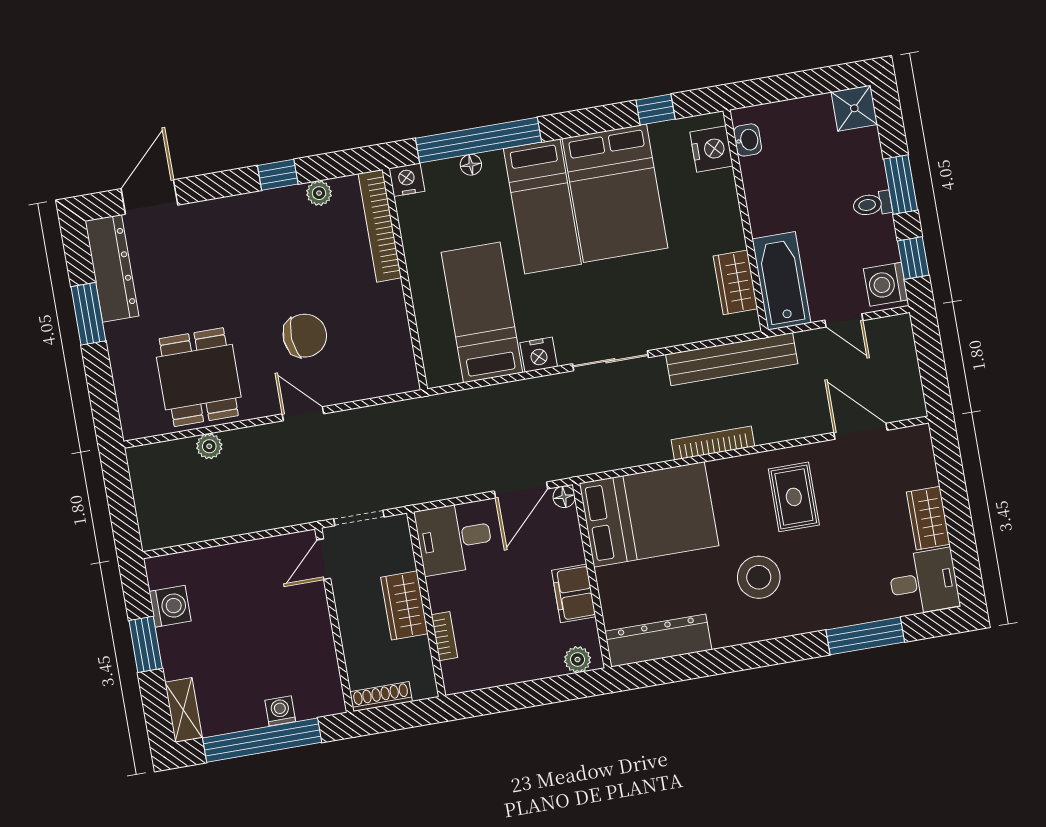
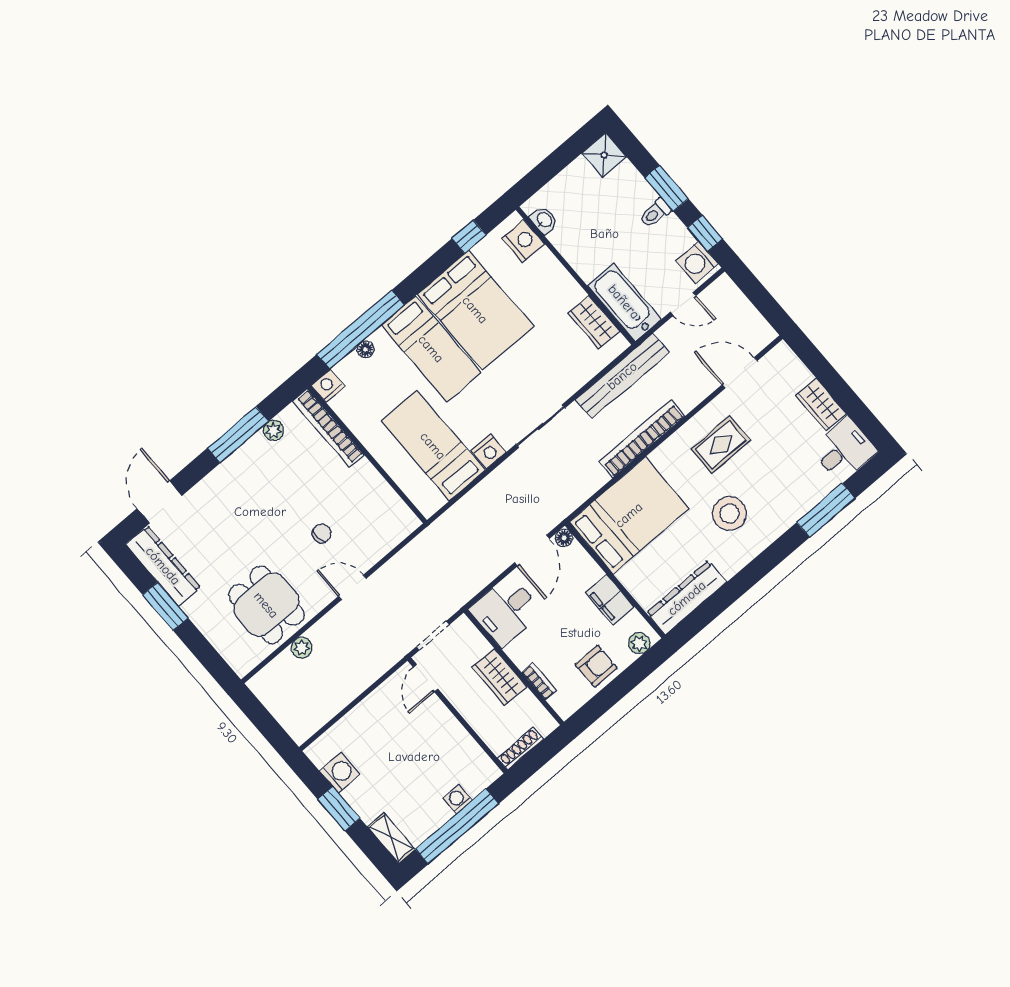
window: (278, 175) -> (238, 435), width x2.17
chair: (305, 336) -> (322, 533), width x0.54, depth x0.54
bookcase: (713, 443) -> (642, 439), width x1.48, depth x1.31
rug: (794, 497) -> (721, 445), turned 90
armchair: (516, 657) -> (596, 666), added

